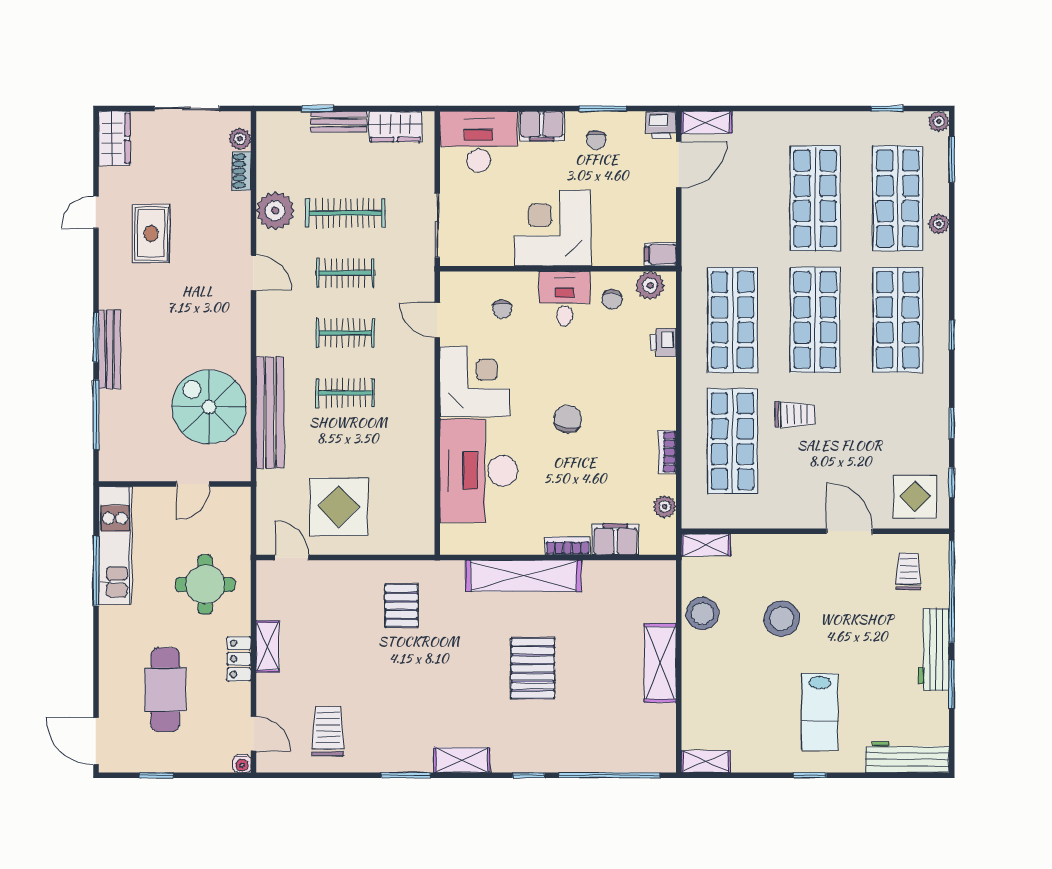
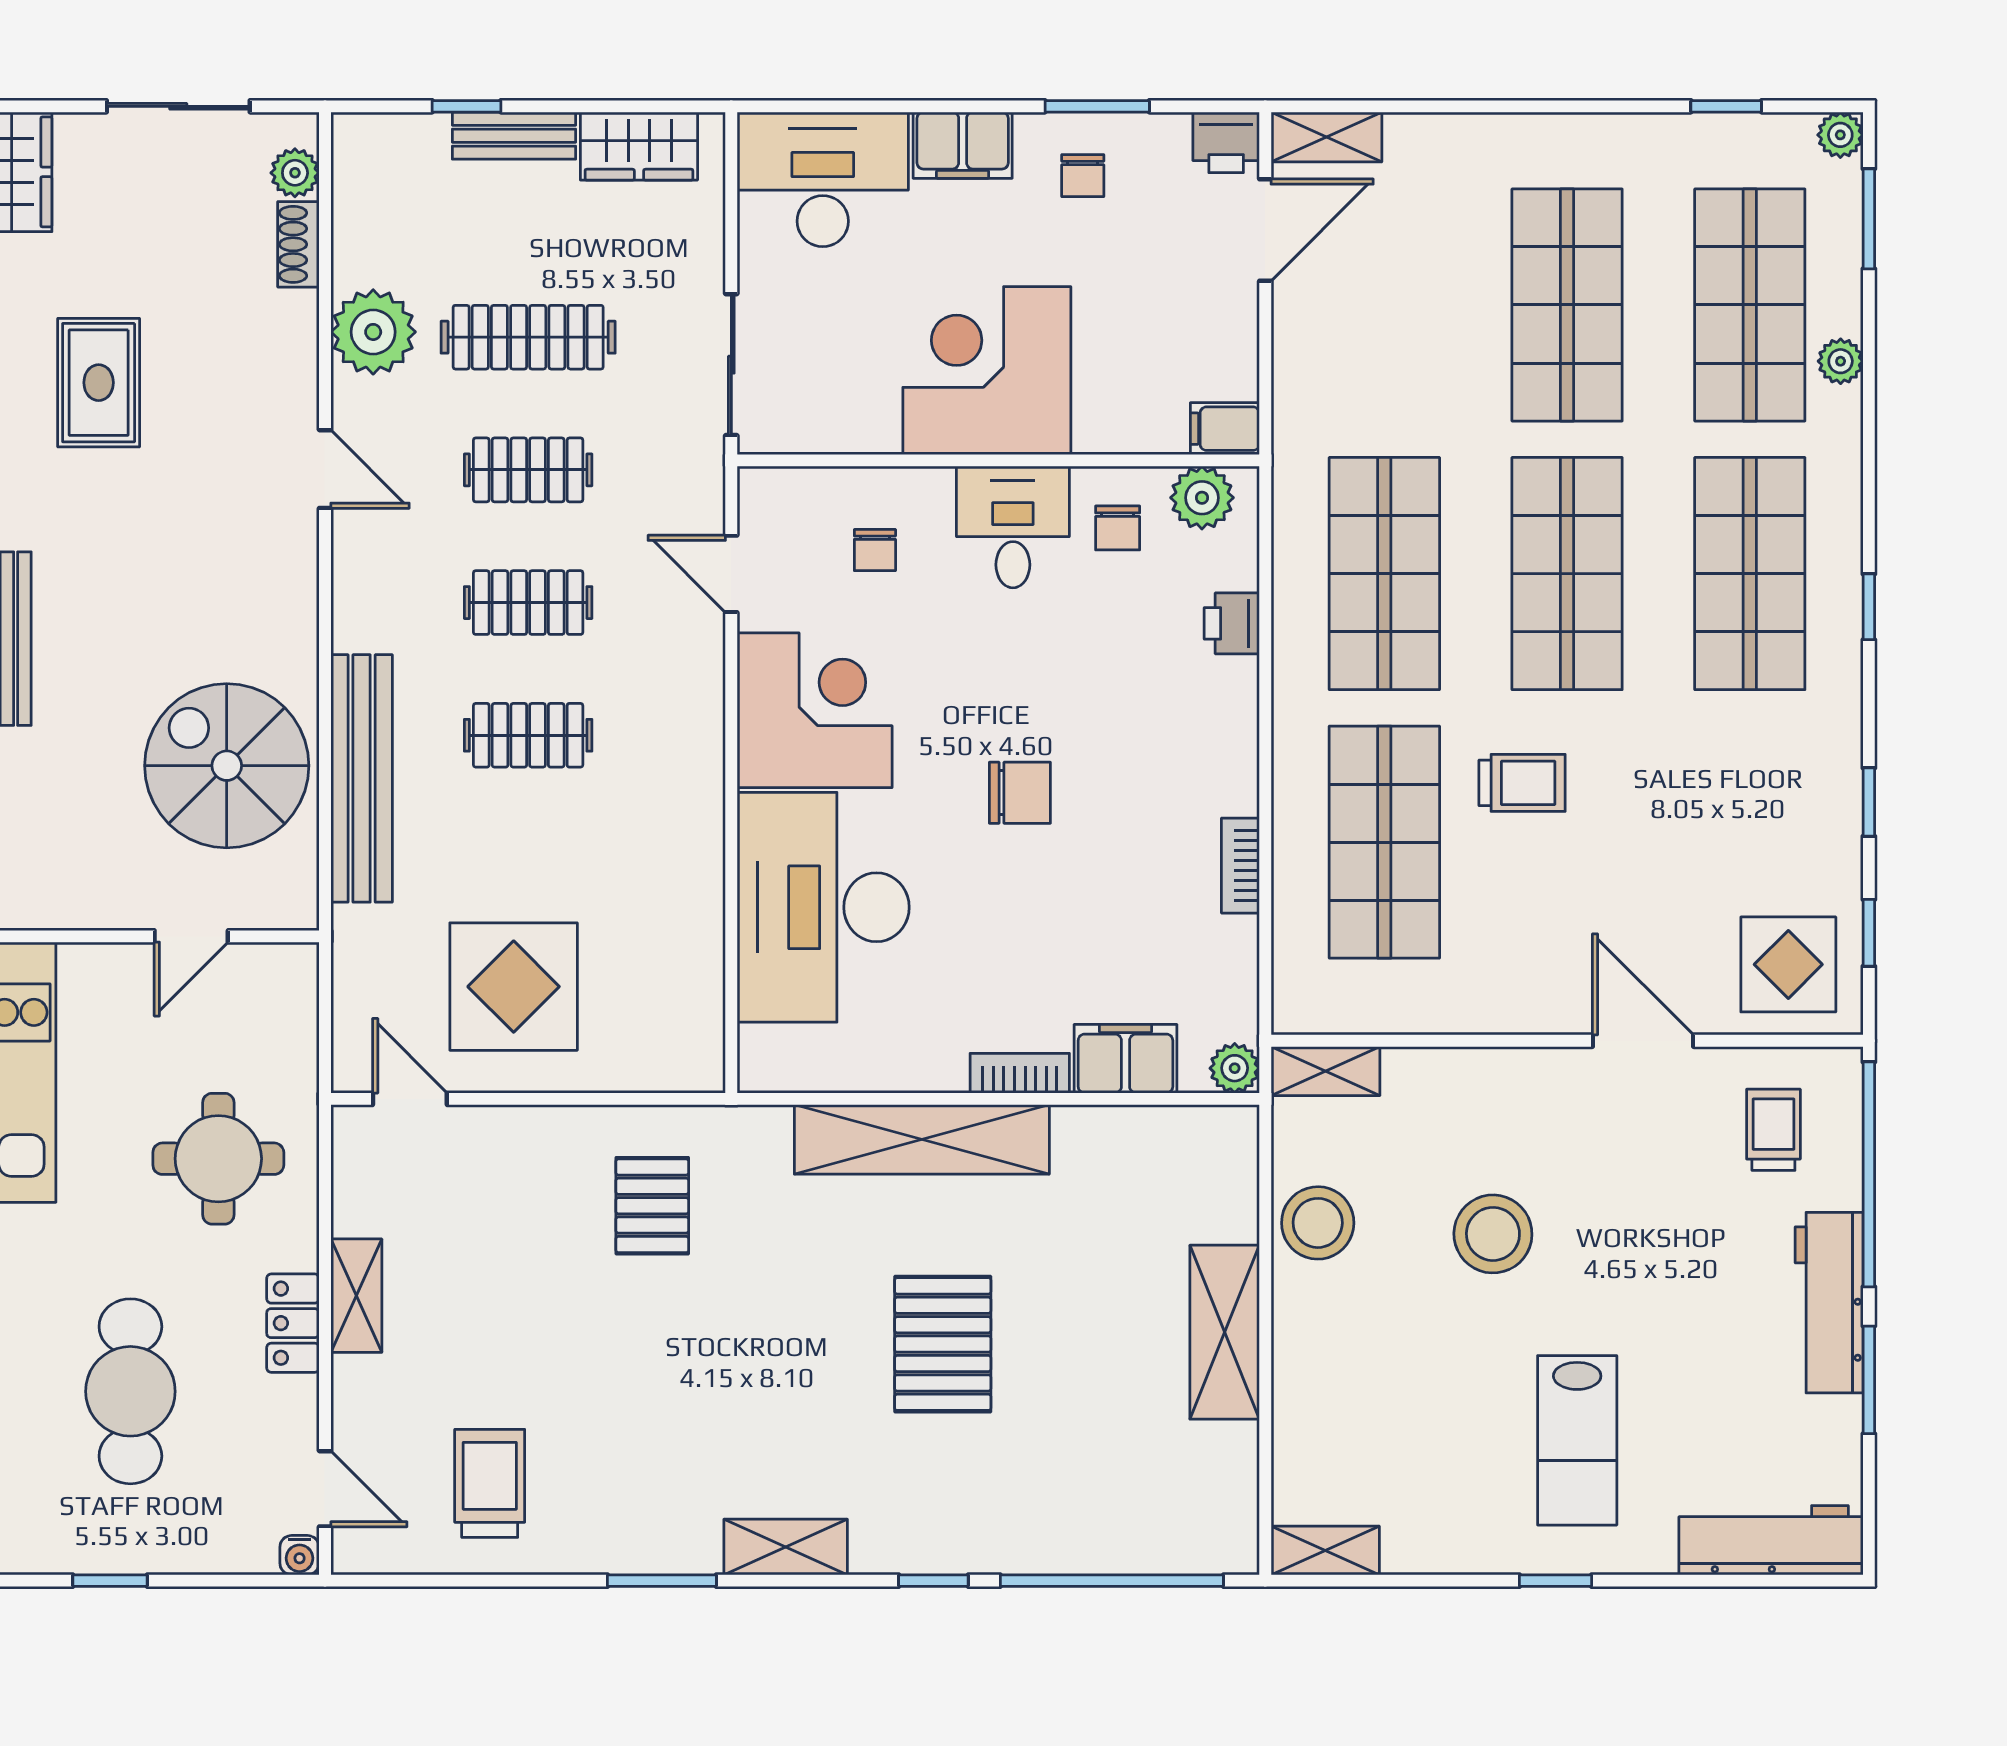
chair: (568, 419) -> (1020, 793), turned 82
plant: (665, 506) -> (1235, 1068), moved

